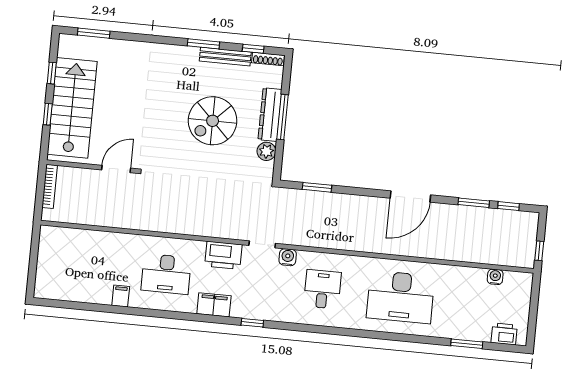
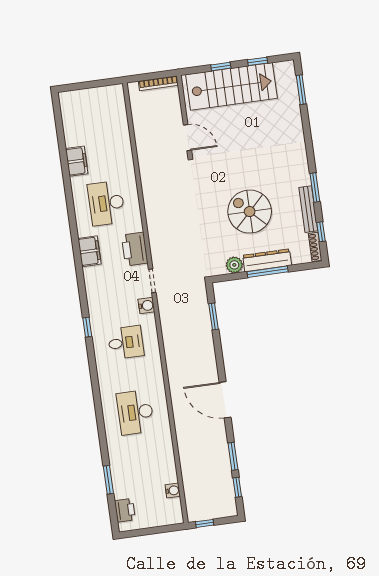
filing cabinet: (121, 296) -> (77, 161), width x2.00
desk: (401, 297) -> (135, 412), width x0.73, depth x0.77
window: (252, 323) -> (87, 327), moved

